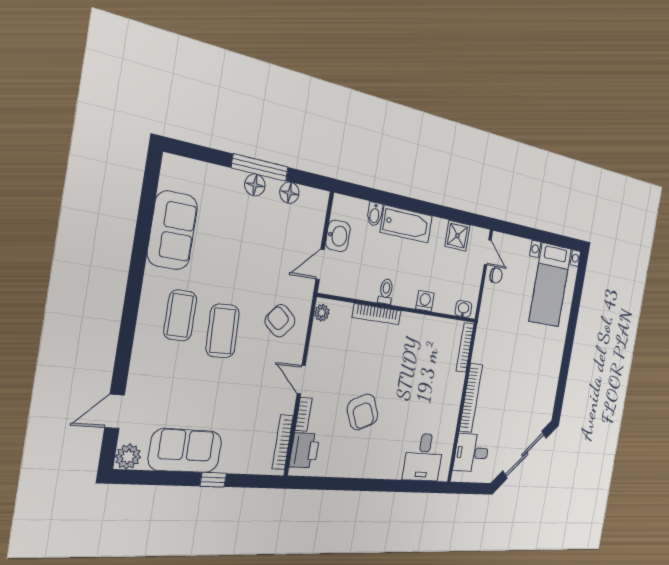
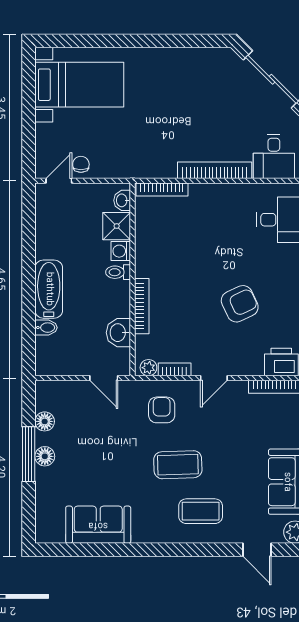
washbasin: (338, 236) -> (118, 333), moved, turned -90
shower: (457, 236) -> (117, 226), moved
toilet: (386, 291) -> (118, 272), moved
coffee table: (180, 315) -> (201, 511), moved
armchair: (280, 321) -> (162, 410), turned 140
bookcase: (304, 414) -> (175, 369), moved

